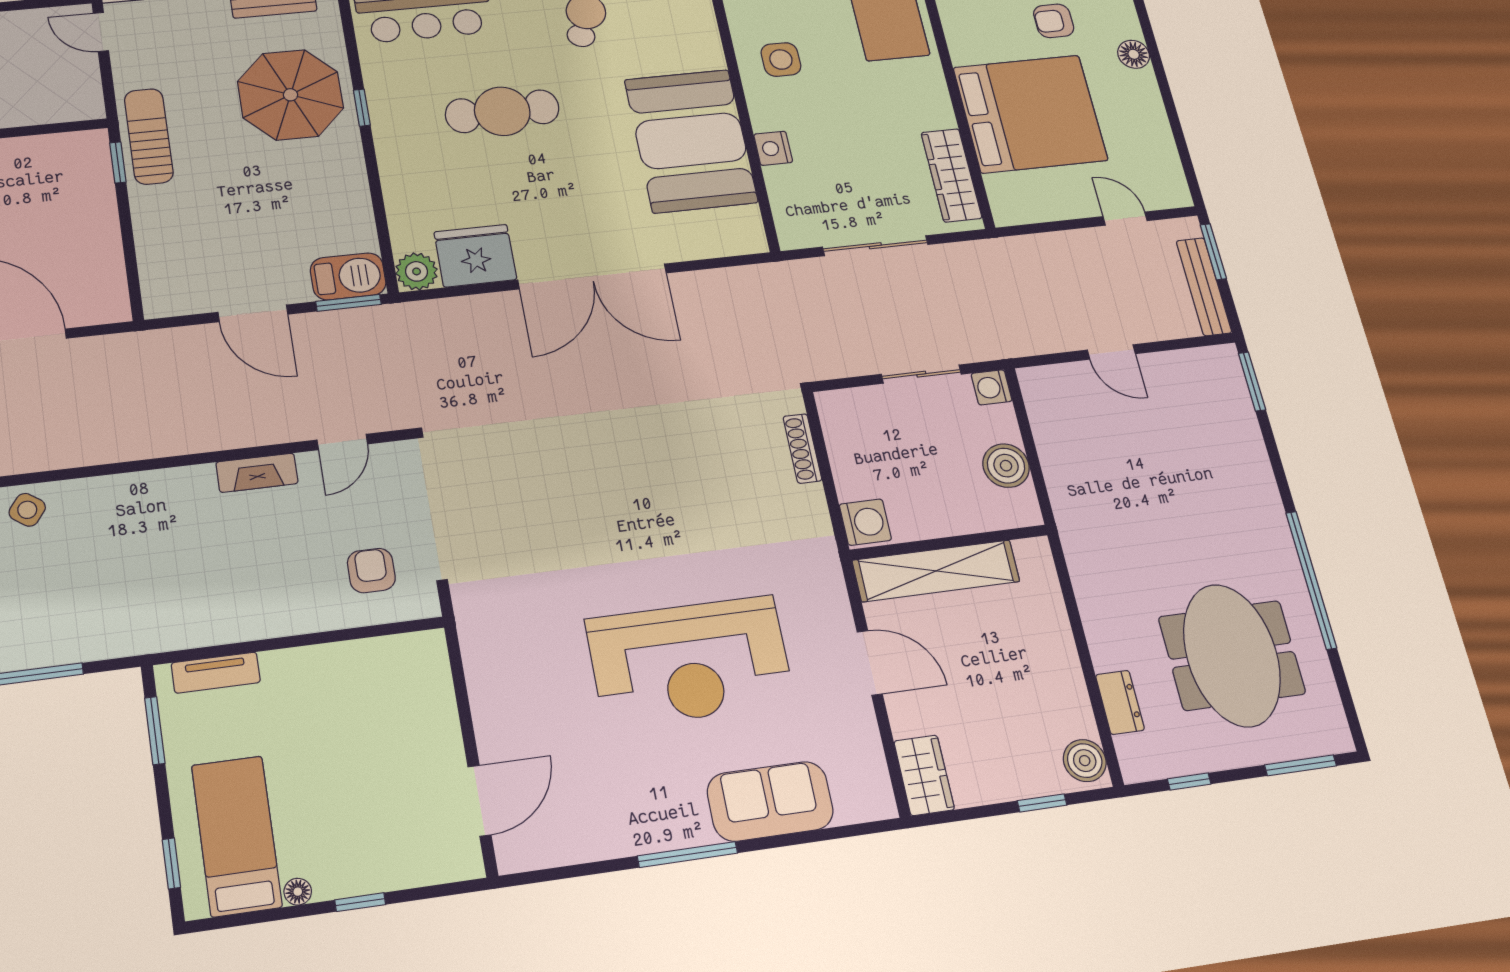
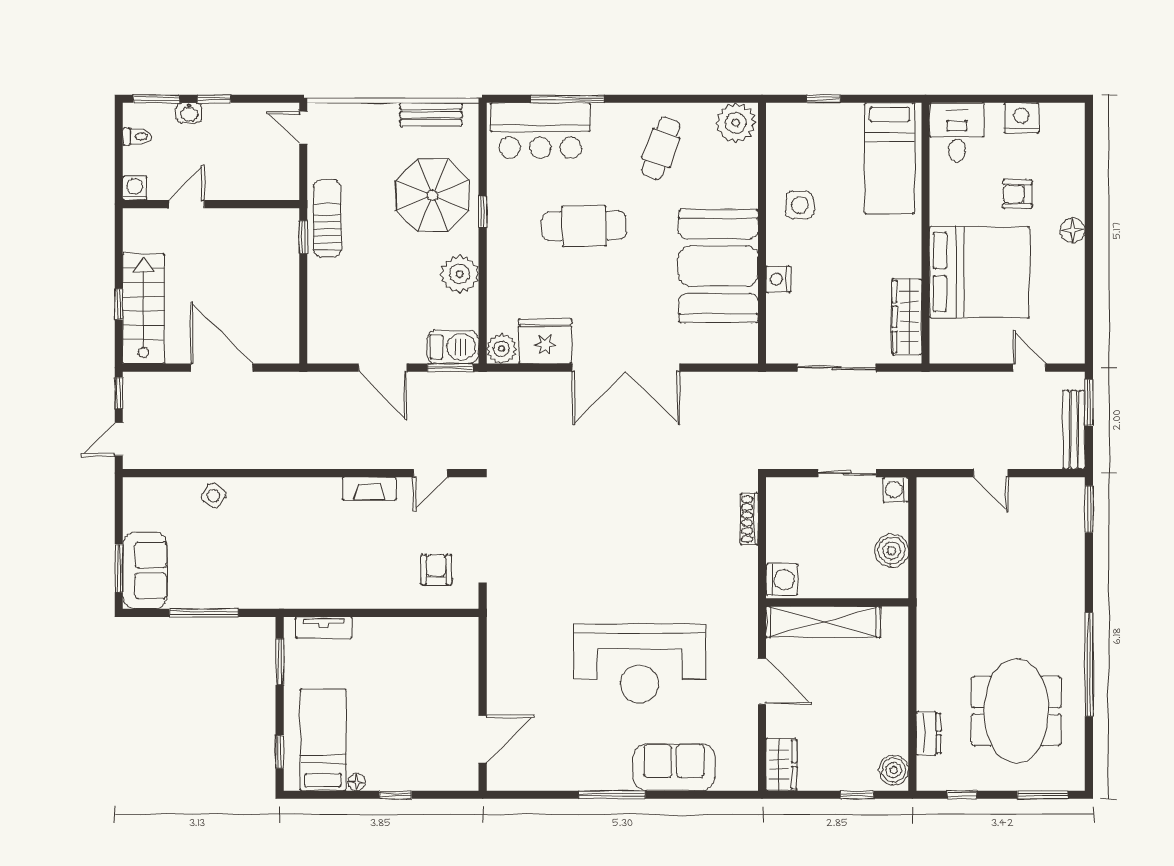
plant: (343, 186) -> (460, 274), added

